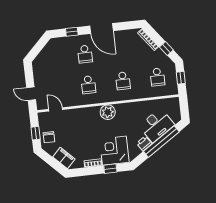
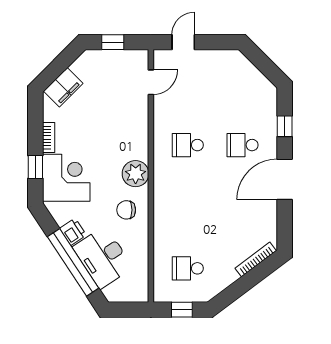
window: (166, 49) -> (236, 290), removed
school desk: (123, 81) -> (188, 207), removed
chair: (49, 137) -> (126, 210), moved

